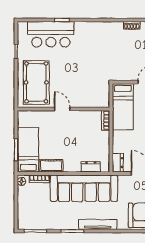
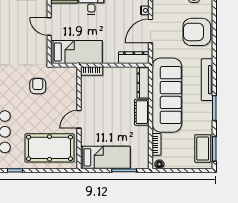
armchair: (92, 72) -> (38, 86), added
bed: (28, 150) -> (105, 157), moved, turned 180
dresser: (118, 163) -> (134, 58), width x1.44
cot: (51, 166) -> (142, 112), moved
dresser: (91, 167) -> (143, 83), width x1.44
coffee table: (36, 221) -> (203, 149), added

